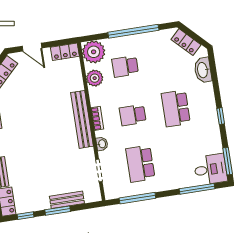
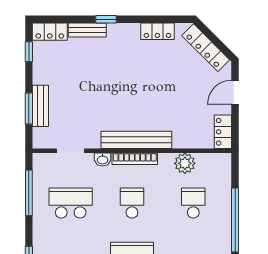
plant: (94, 52) -> (217, 167), removed
bookcase: (97, 118) -> (135, 159), width x1.56
window: (58, 211) -> (29, 108), moved

